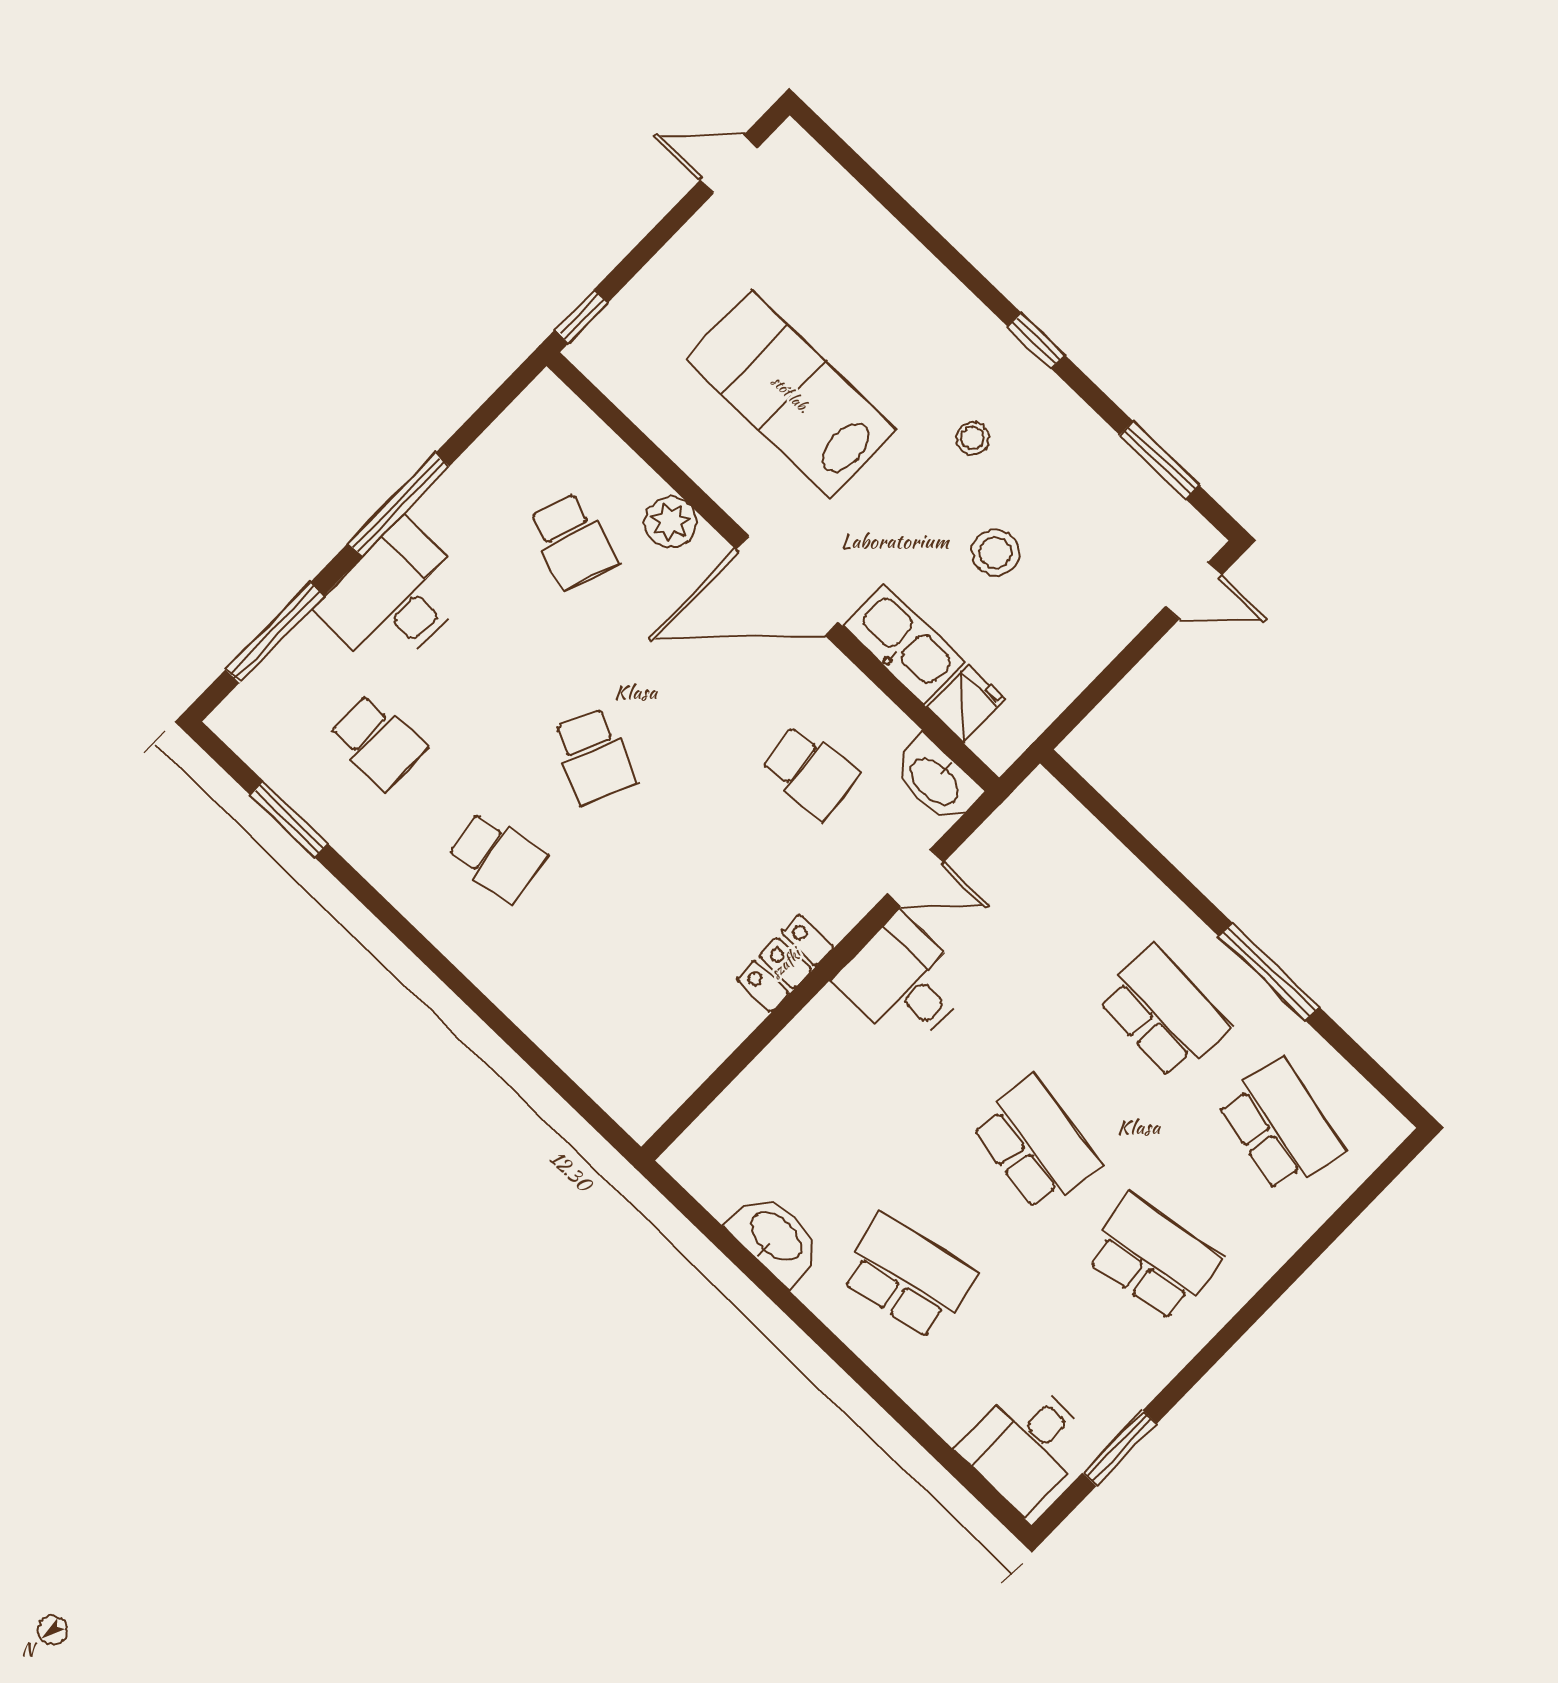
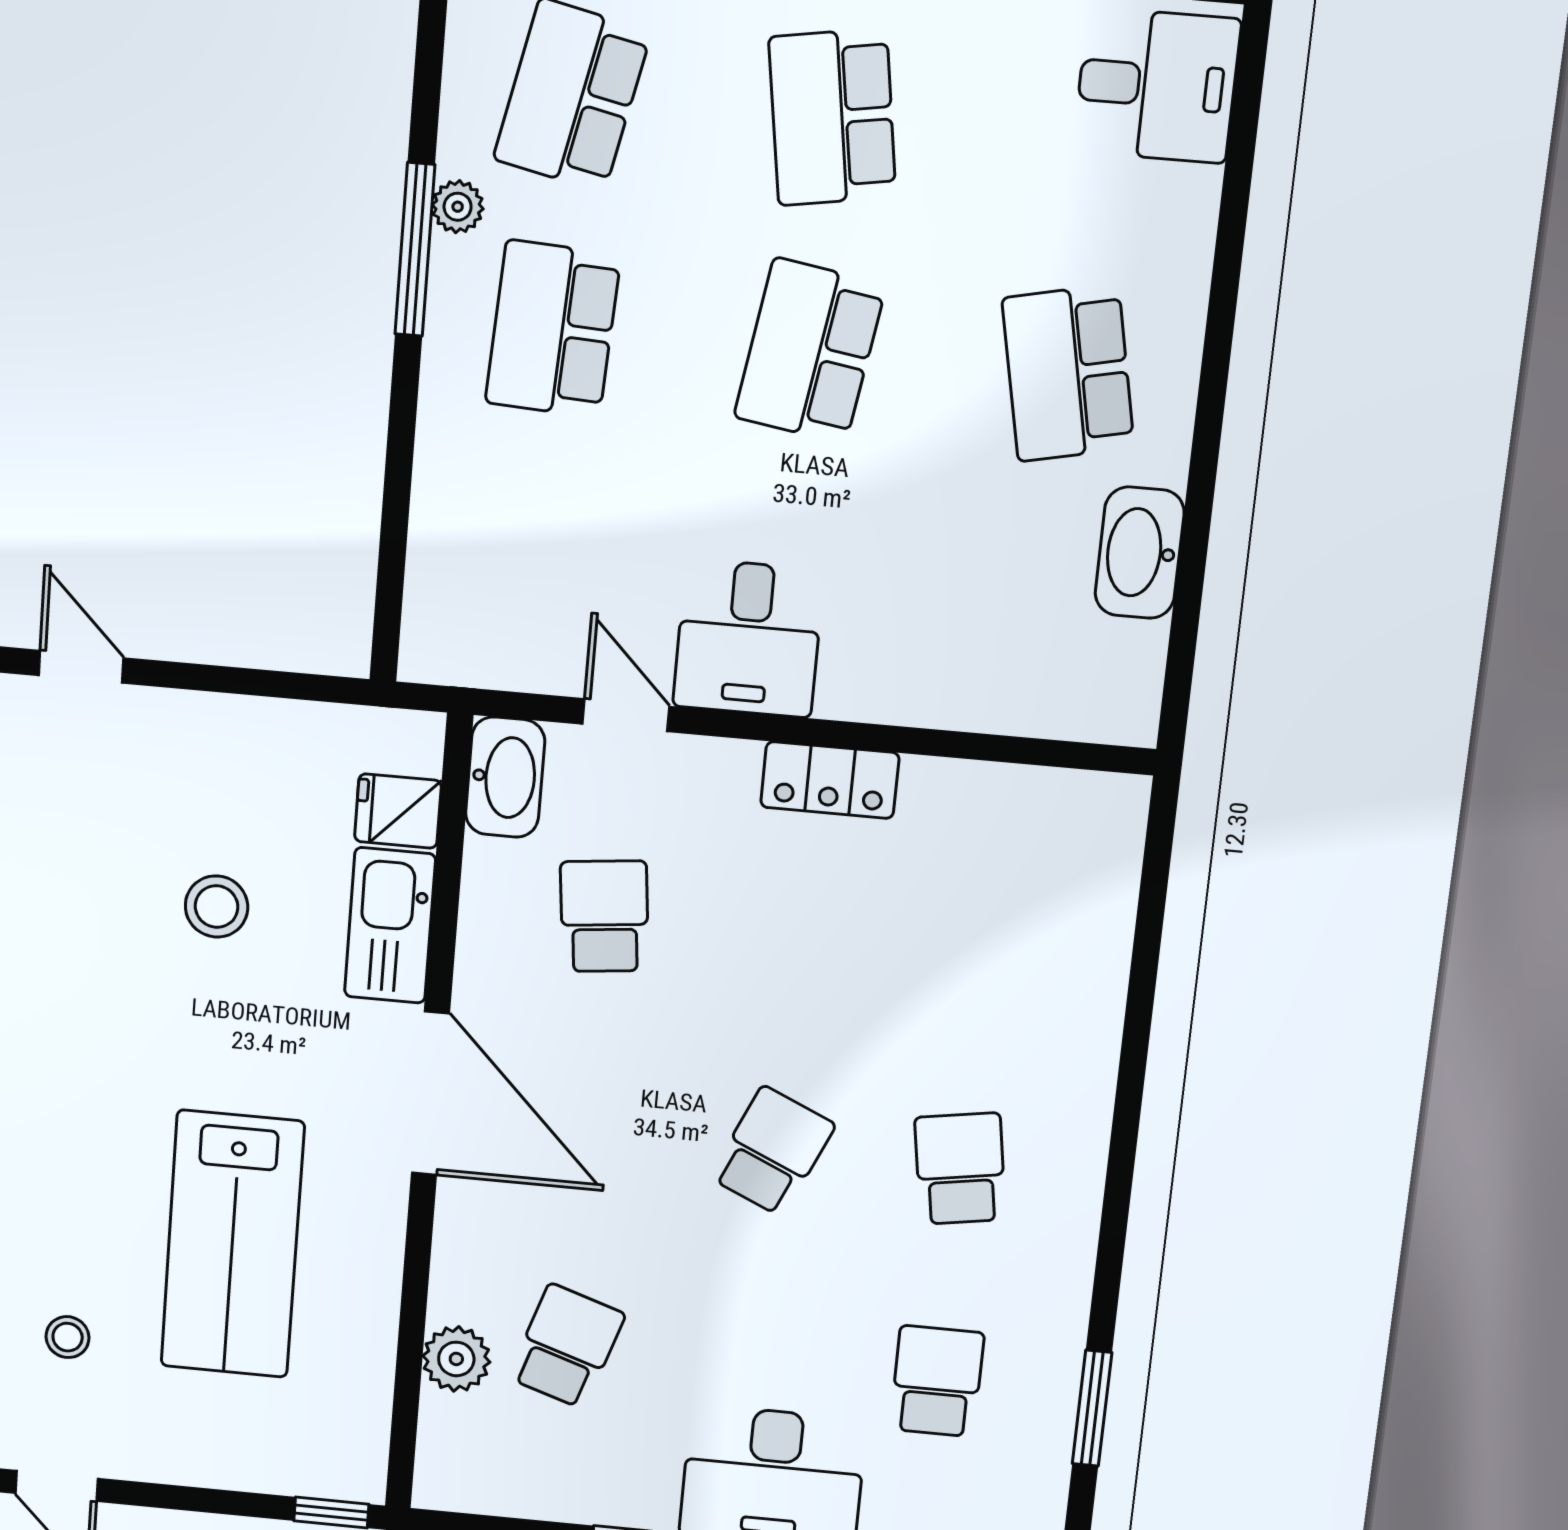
stool: (972, 438) -> (68, 1337), moved
plant: (670, 522) -> (456, 1359), moved
plant: (1273, 1014) -> (458, 207), added

